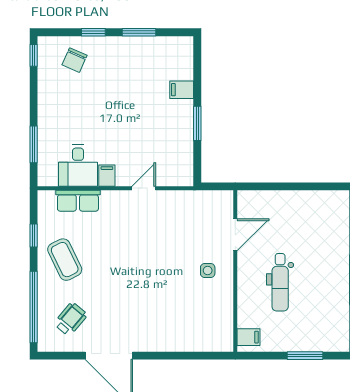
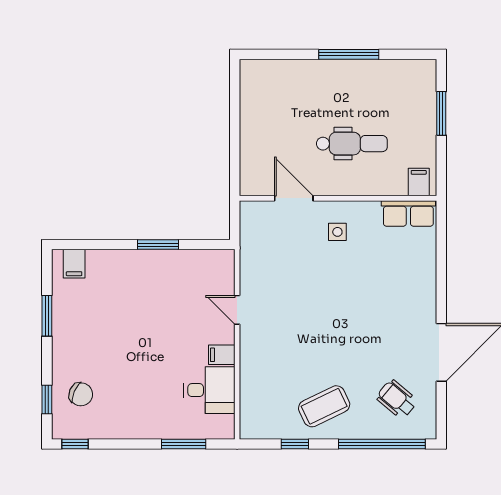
window: (93, 32) -> (47, 399), moved
filing cabinet: (182, 90) -> (74, 264), moved
row of seats: (78, 201) -> (408, 213), moved, turned 90

